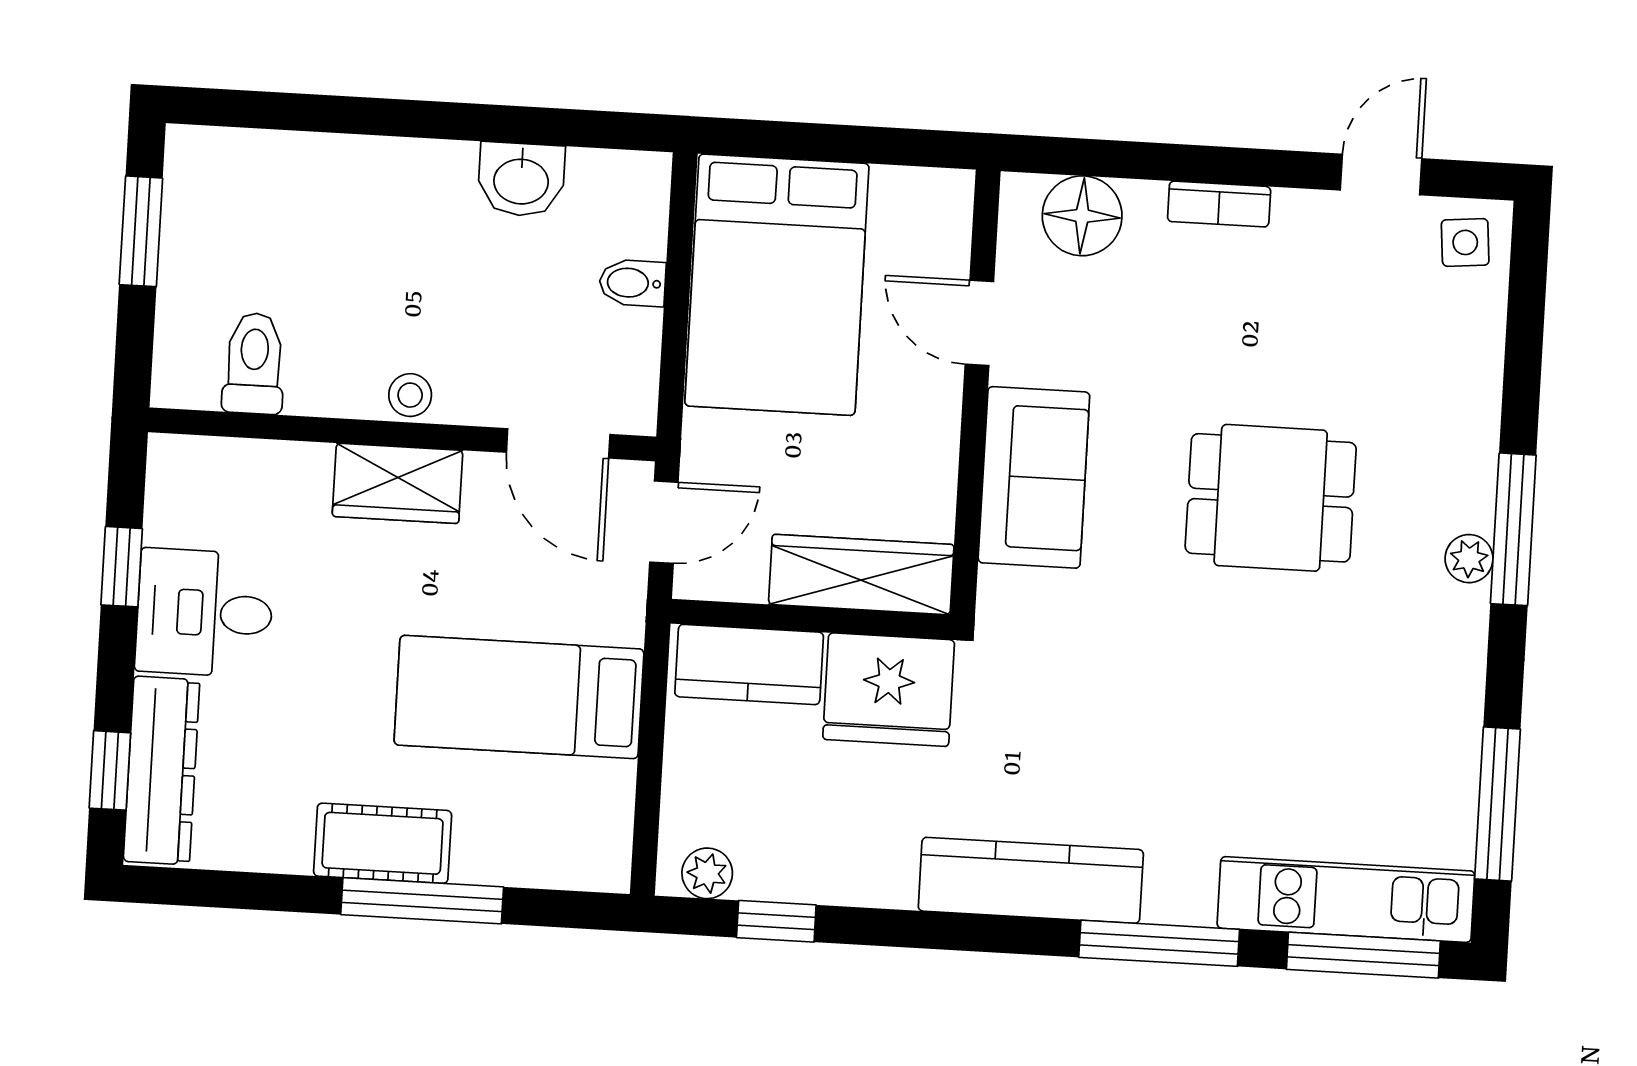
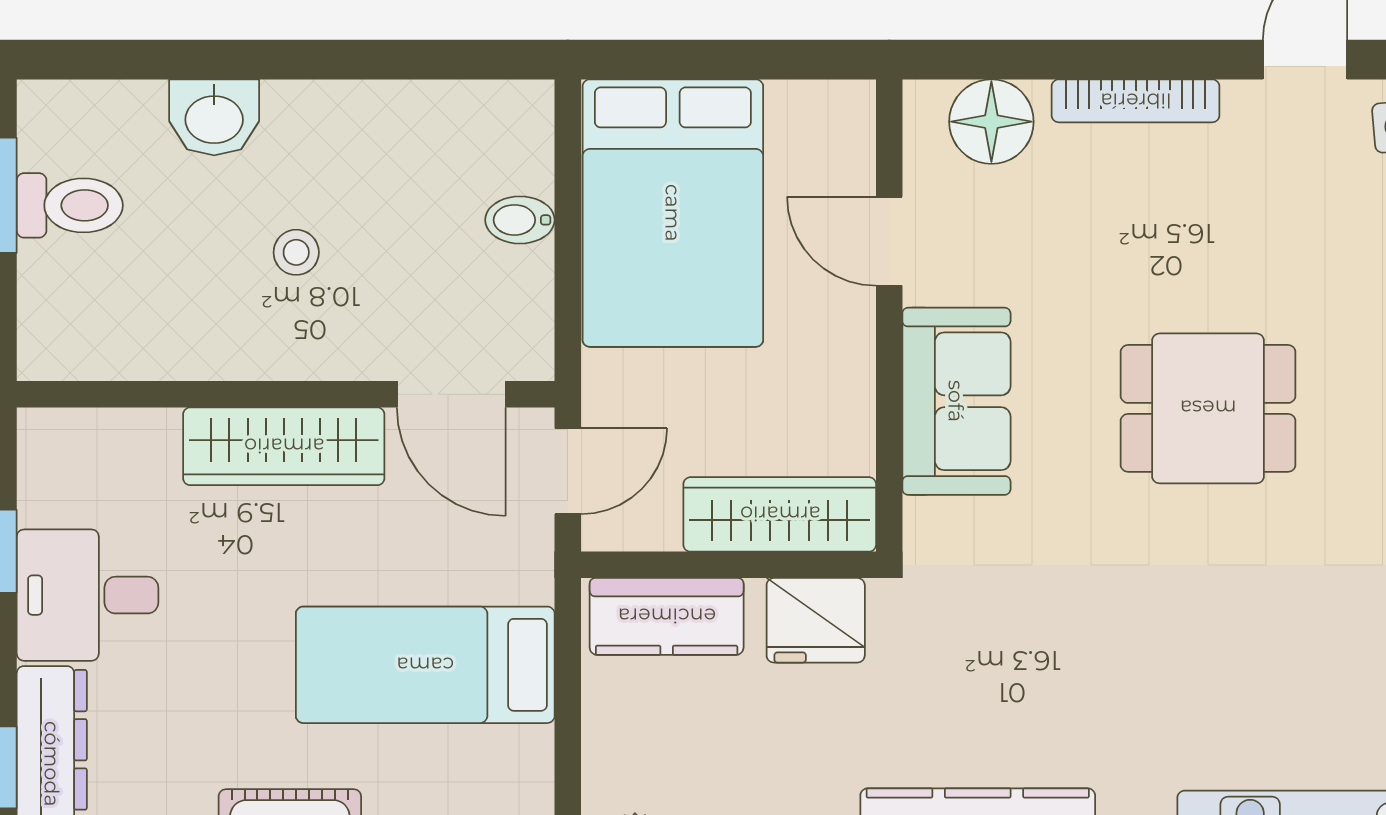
washbasin: (521, 179) -> (214, 117), moved
bookcase: (1219, 204) -> (1136, 101), width x1.56
toilet: (254, 363) -> (70, 205), moved, turned 90
stool: (410, 395) -> (296, 252), moved
wardrobe: (398, 483) -> (284, 446), width x1.50
fridge: (889, 690) -> (816, 620), width x0.73, depth x0.75

